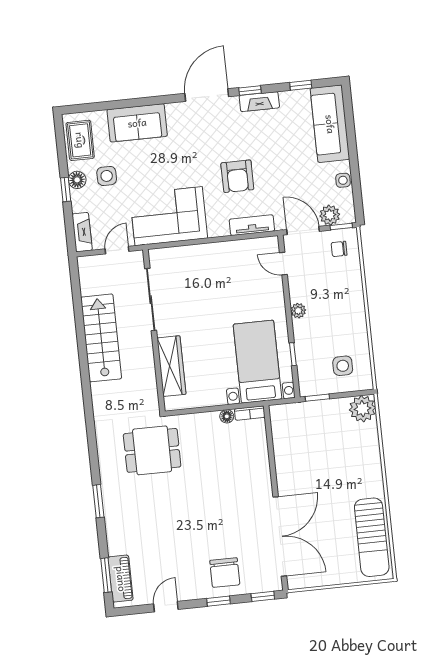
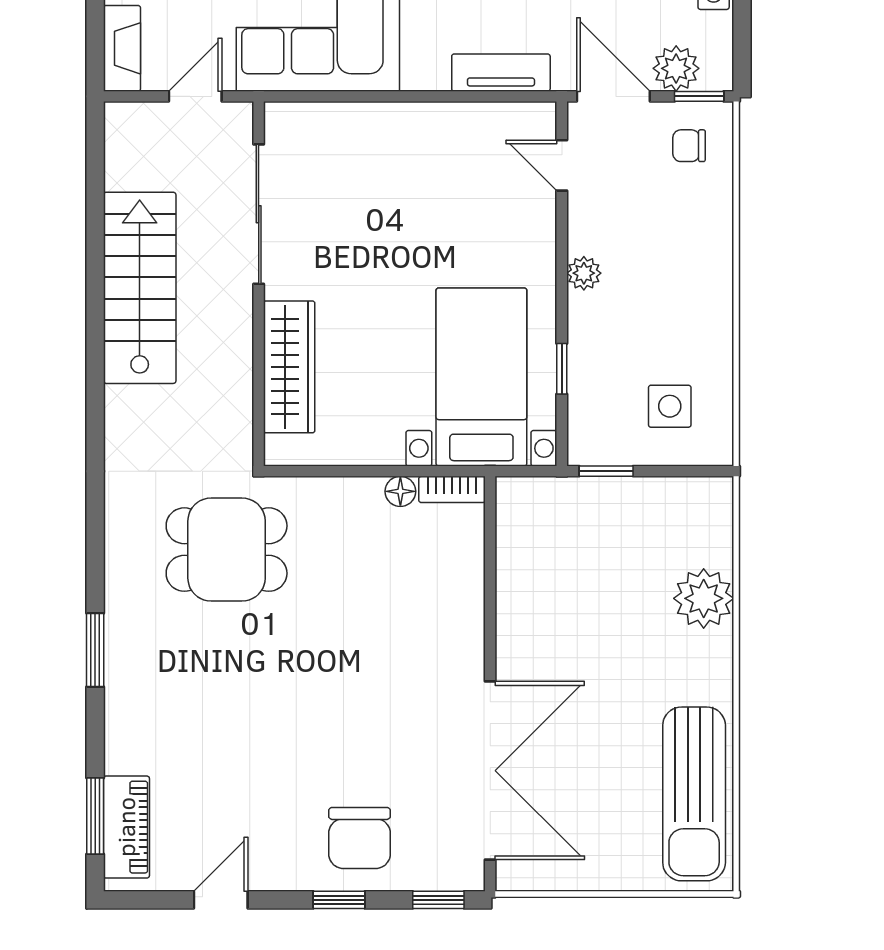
plant: (362, 409) -> (704, 598), moved

